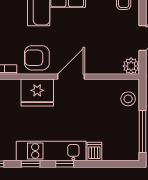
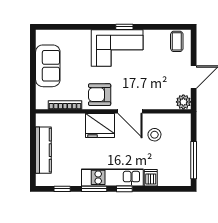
door: (71, 77) -> (130, 111), swing flipped
stool: (128, 99) -> (154, 135), moved
window: (31, 164) -> (94, 189), width x1.50

